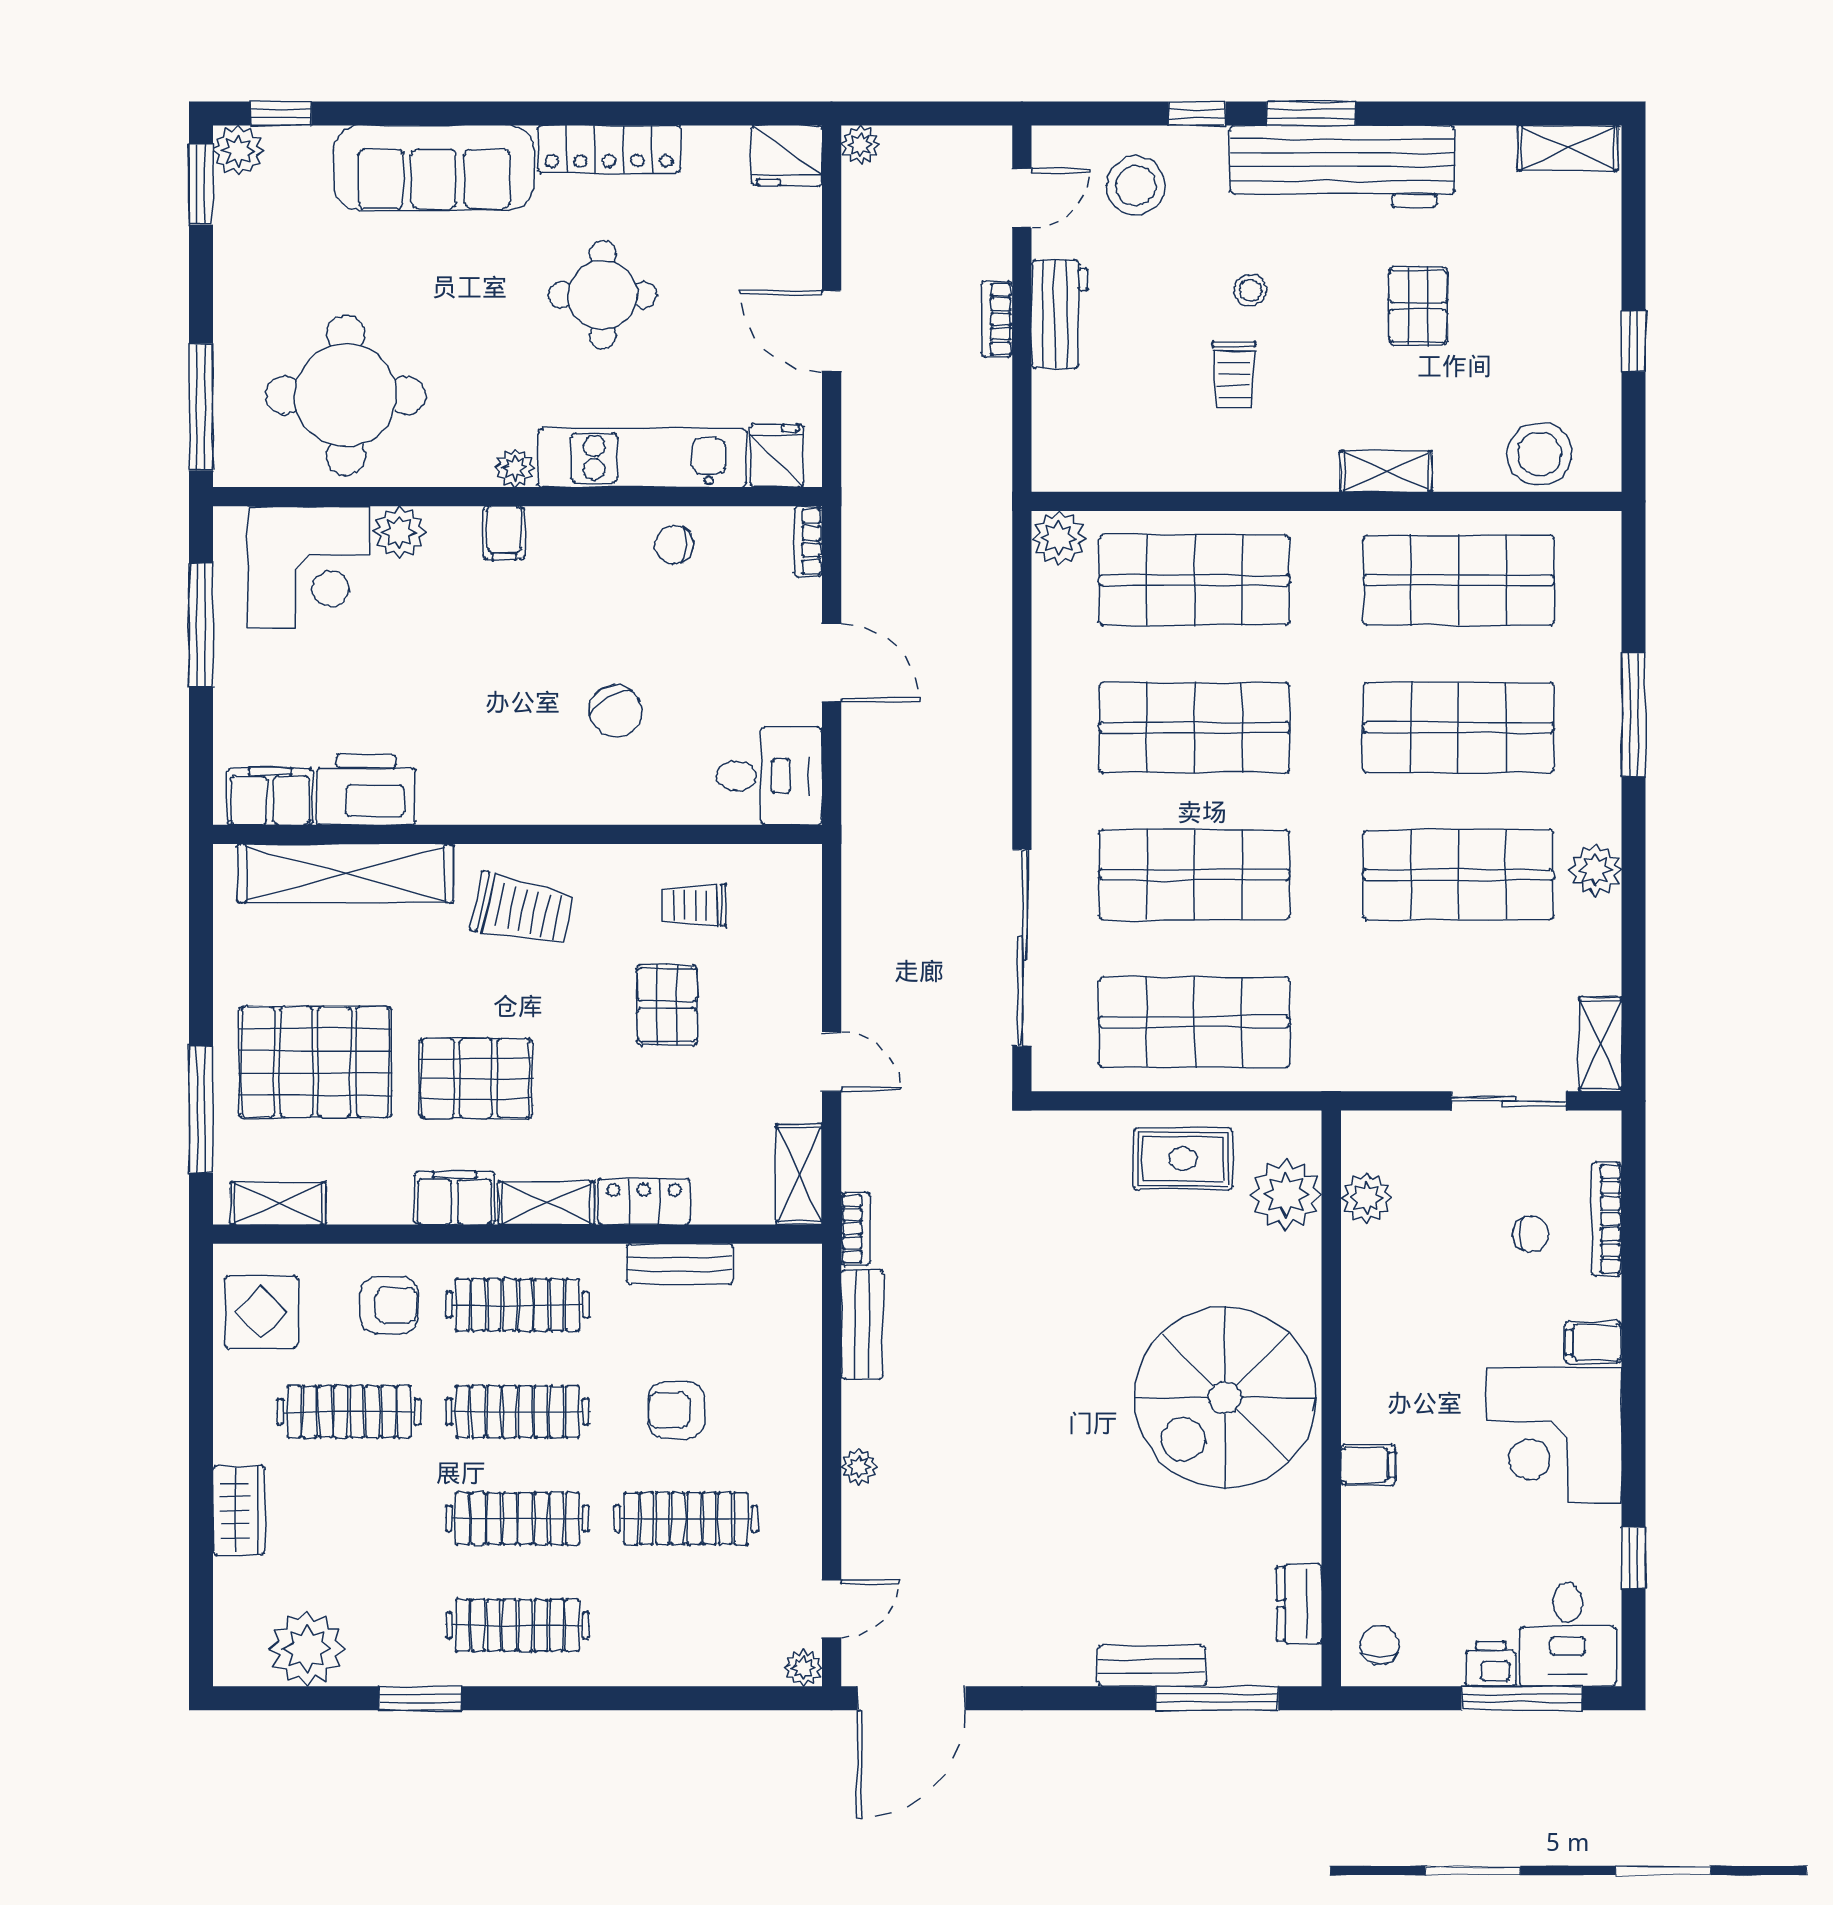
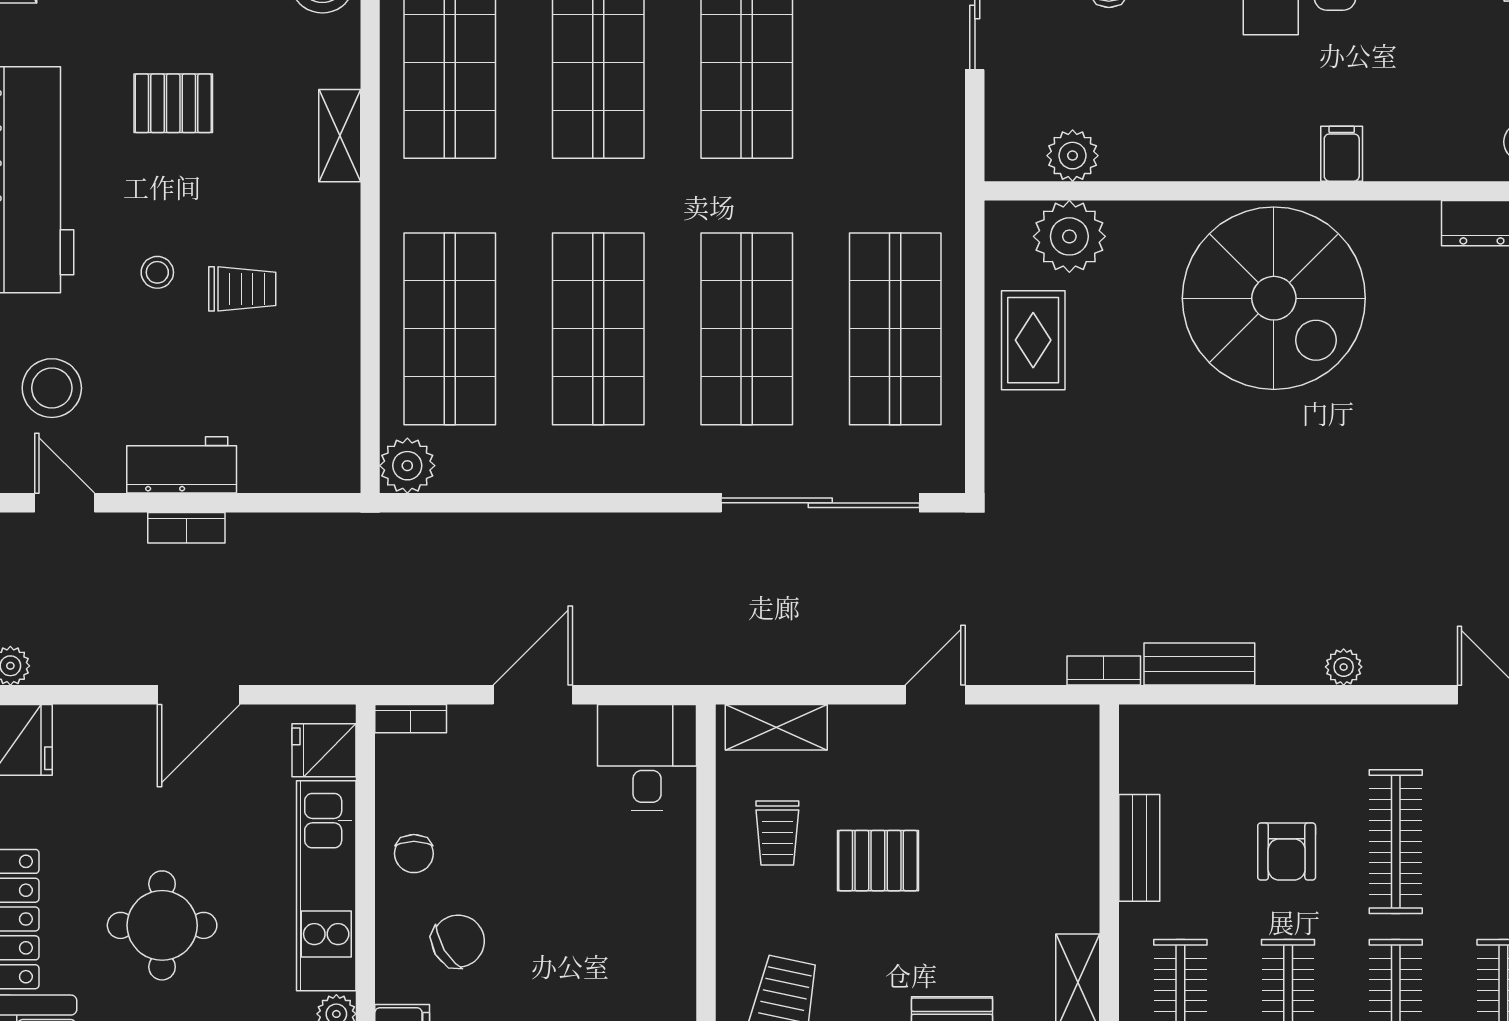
chair: (616, 711) -> (458, 941), moved
shelving: (799, 1174) -> (776, 727), moved
locker: (644, 1202) -> (1076, 884), removed

